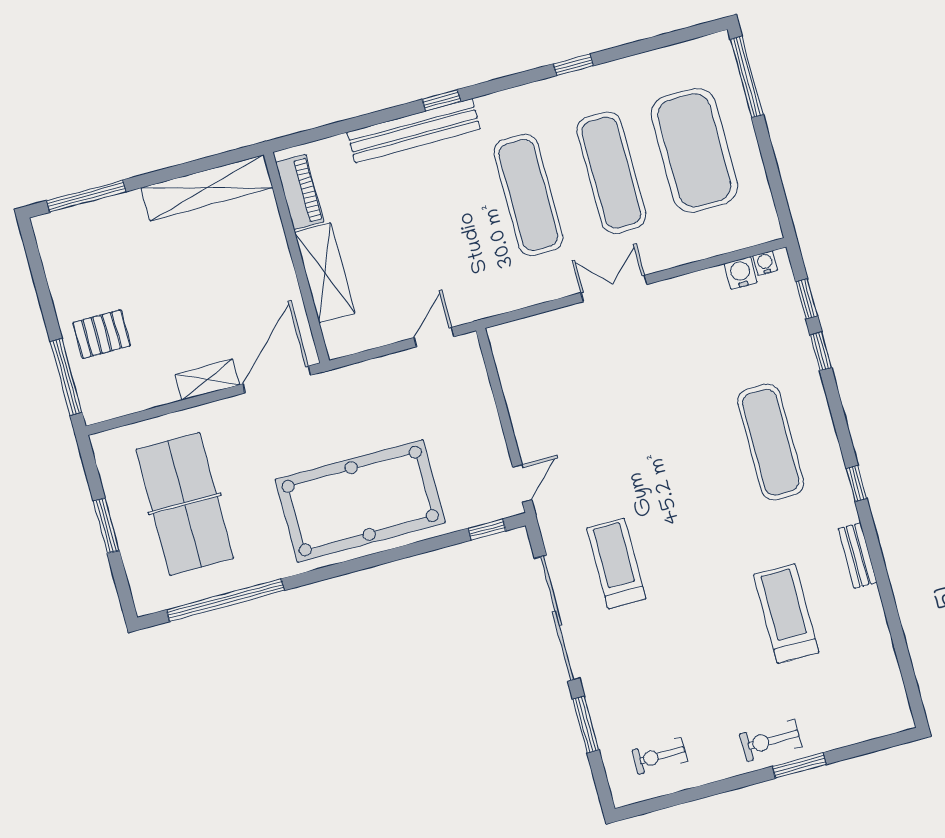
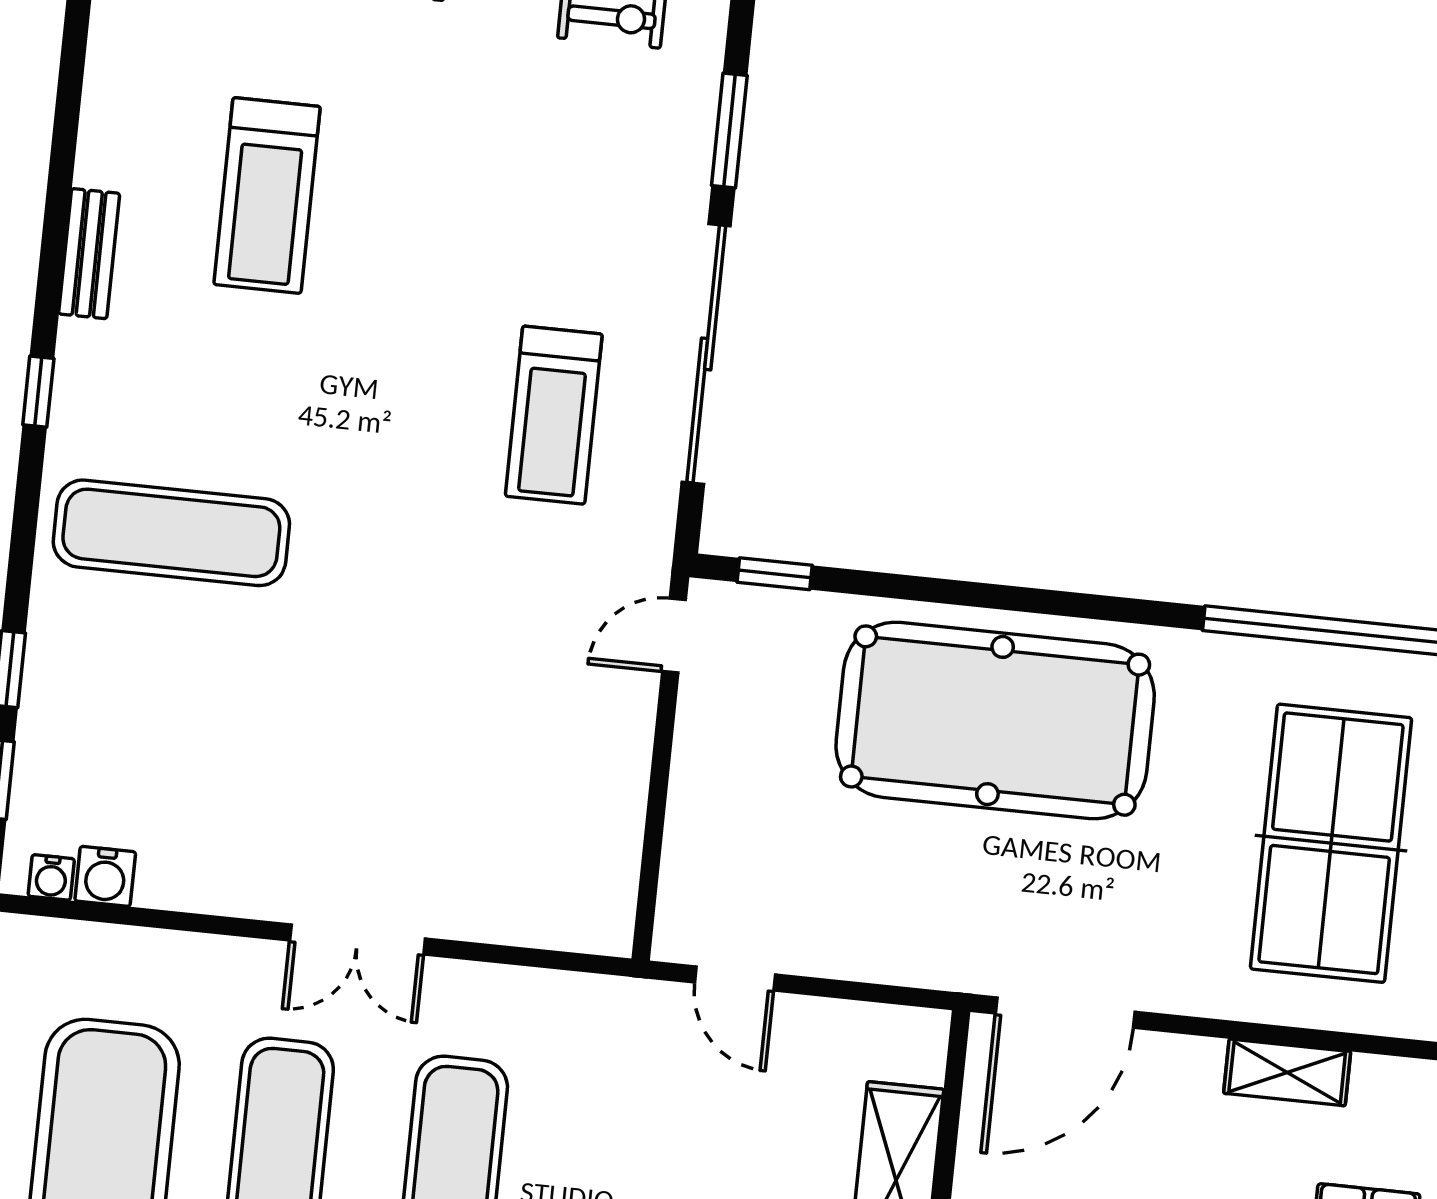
door: (434, 337) -> (735, 978), hinge flipped
shelving: (207, 380) -> (1287, 1072), moved
exercise mat: (771, 442) -> (171, 533), turned 90

